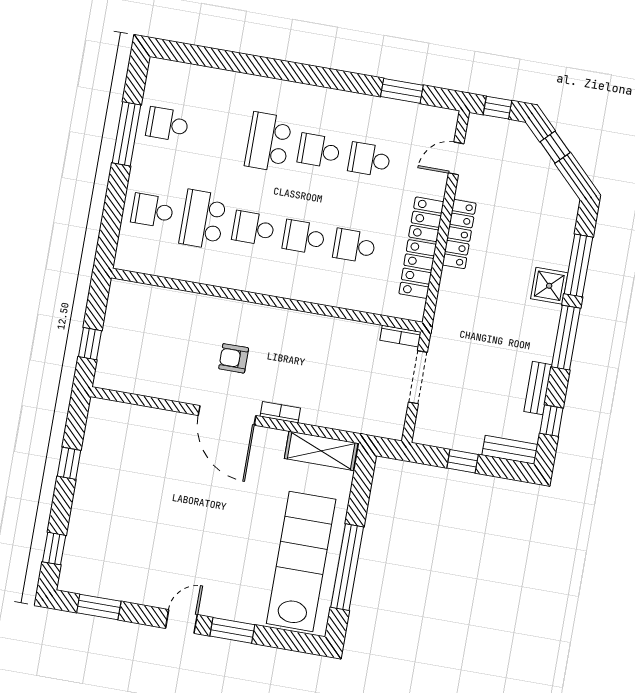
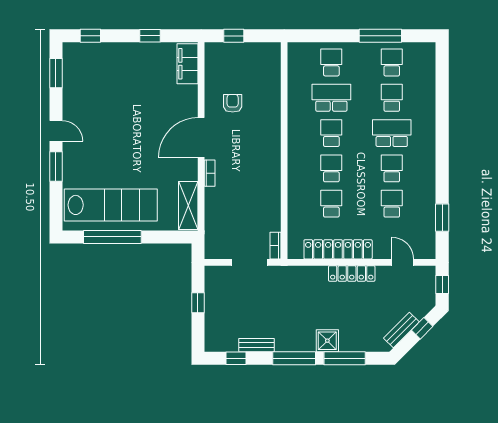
school desk: (218, 133) -> (392, 98), added
armchair: (234, 358) -> (233, 103), moved
filing cabinet: (118, 416) -> (188, 64), added
bench: (510, 450) -> (401, 330), moved, turned 45

